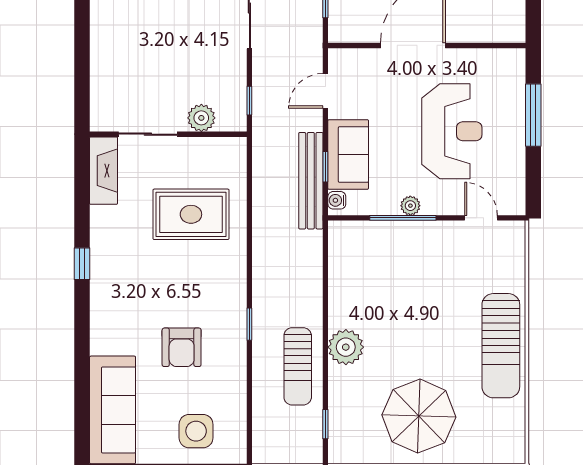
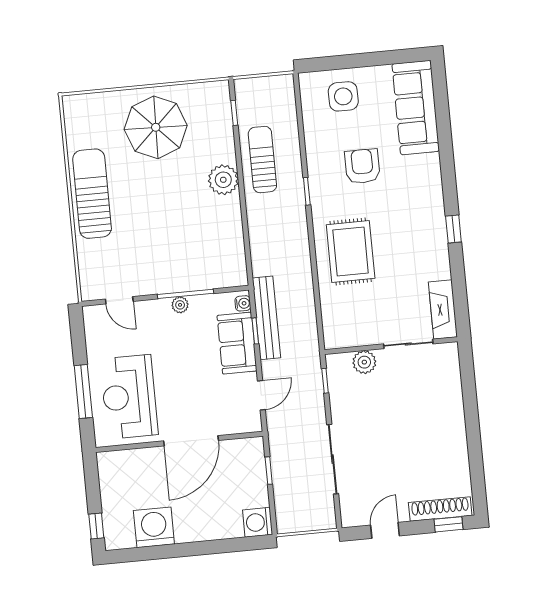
reception desk: (452, 131) -> (129, 397), moved
rug: (191, 214) -> (351, 251), moved, turned 90

